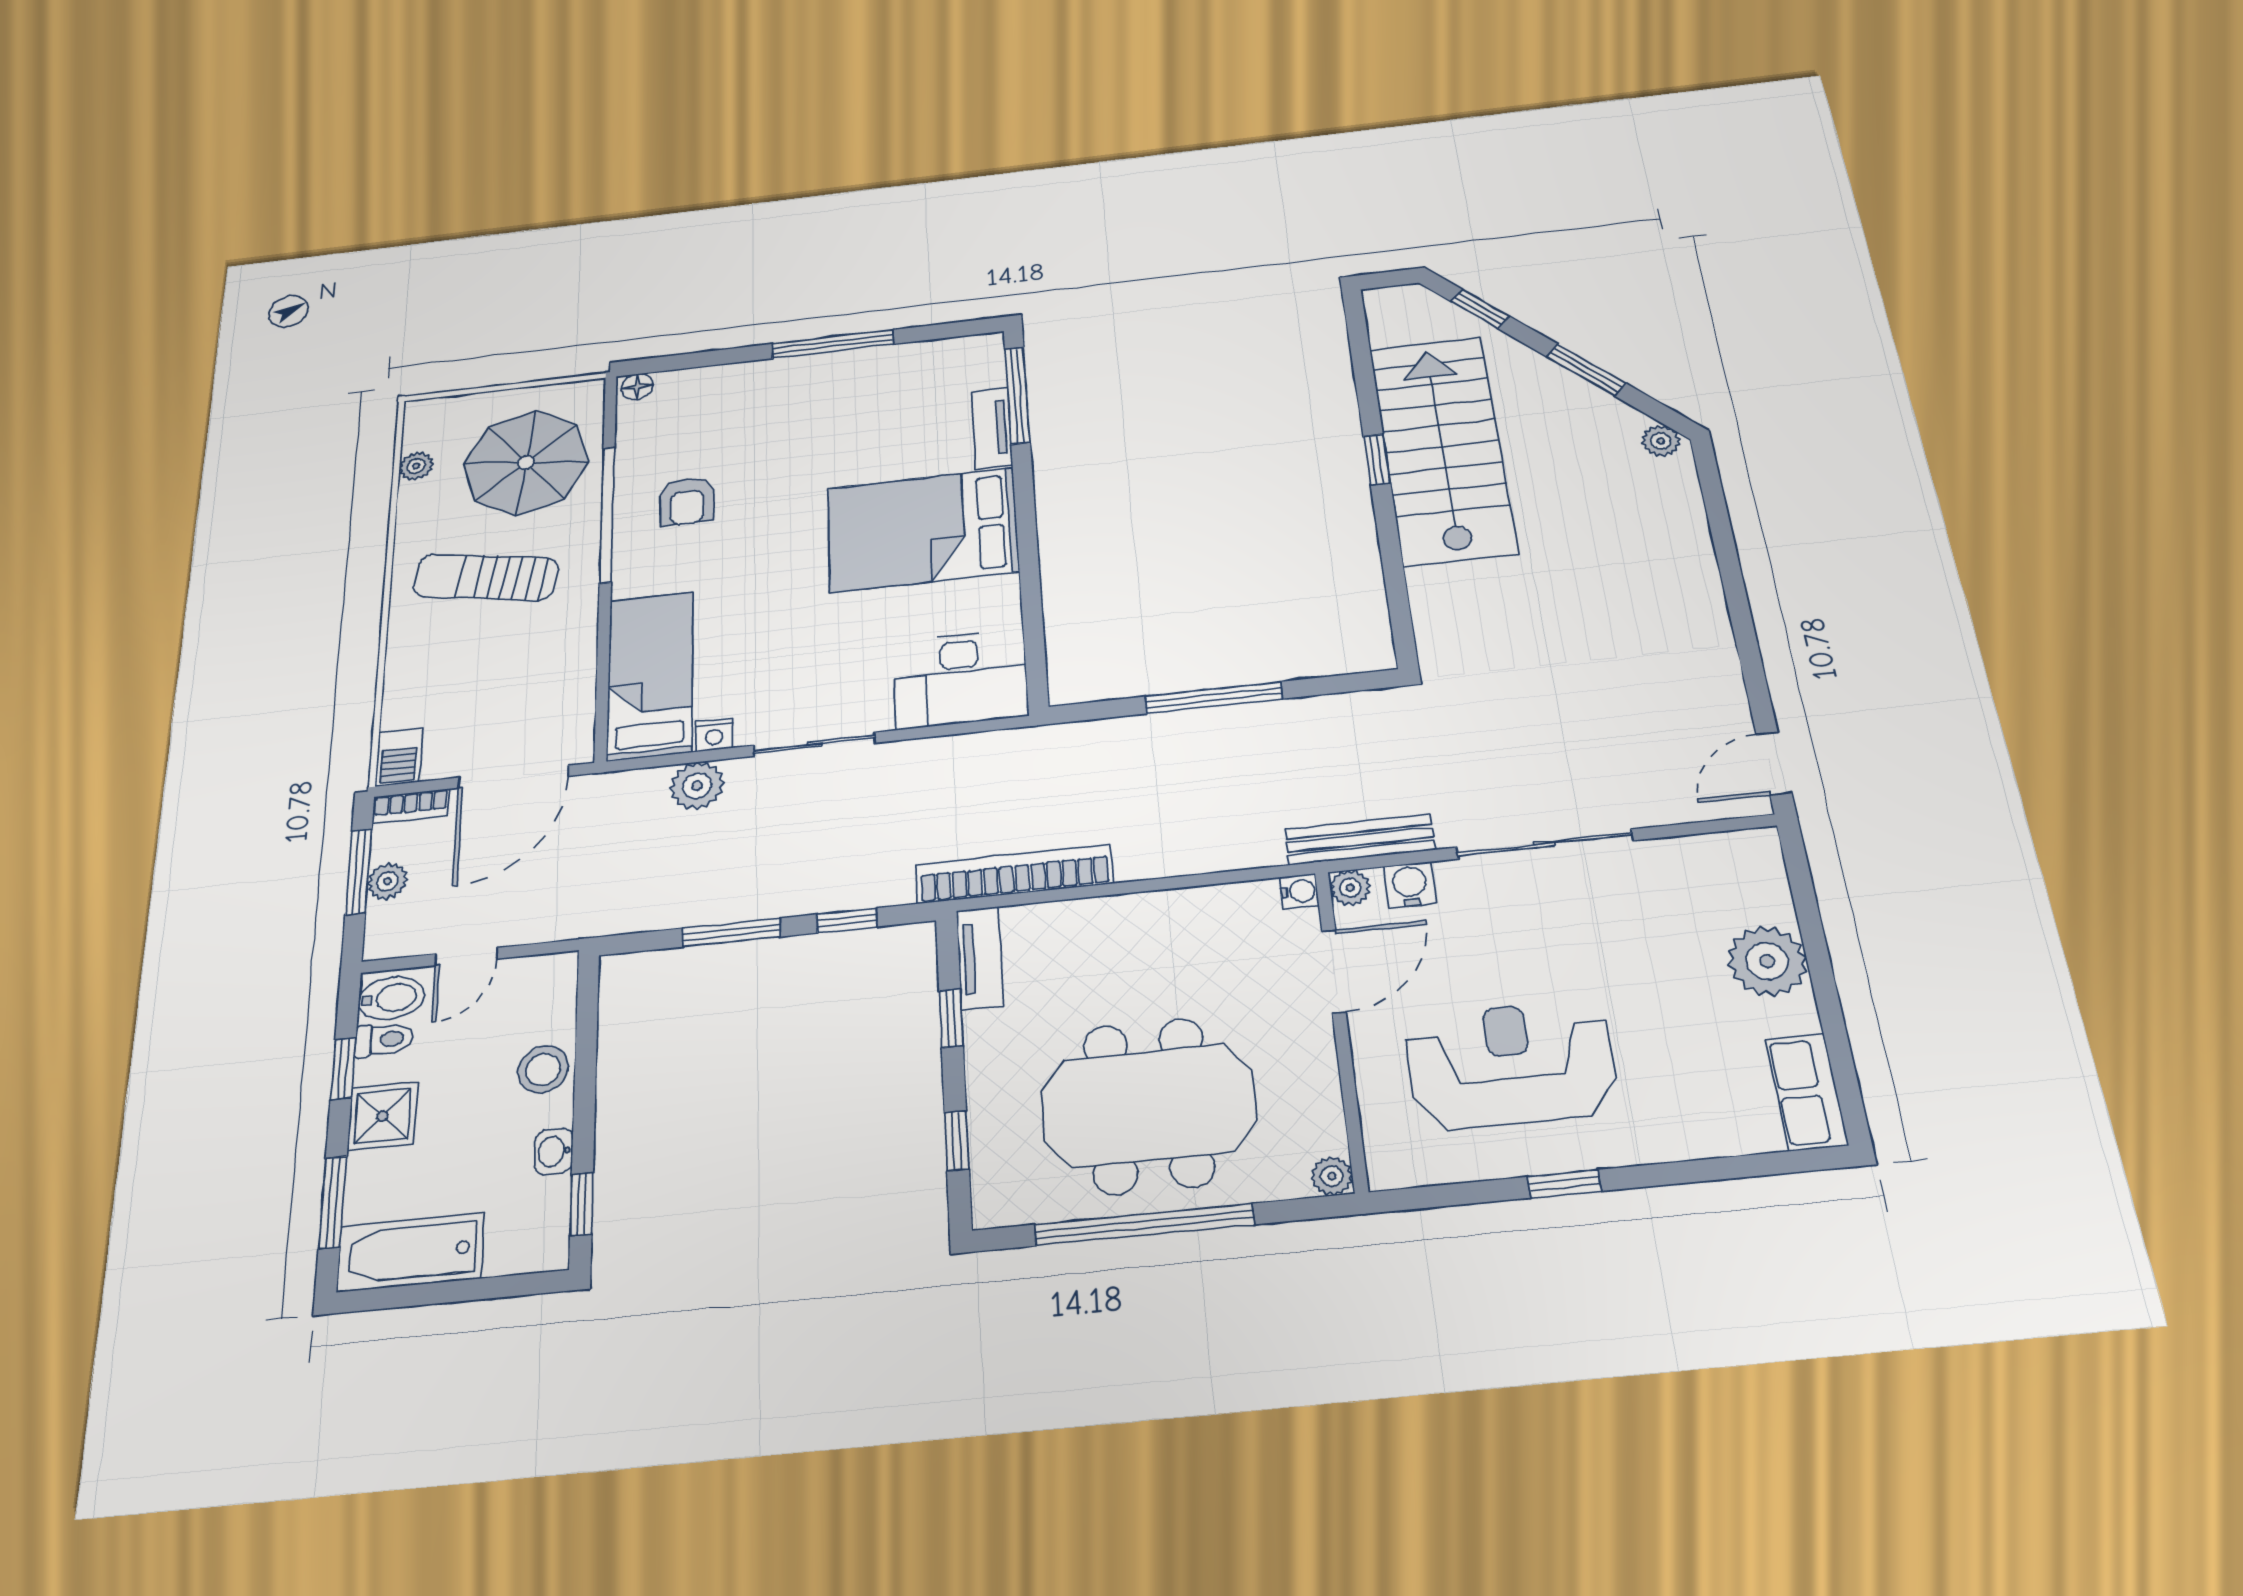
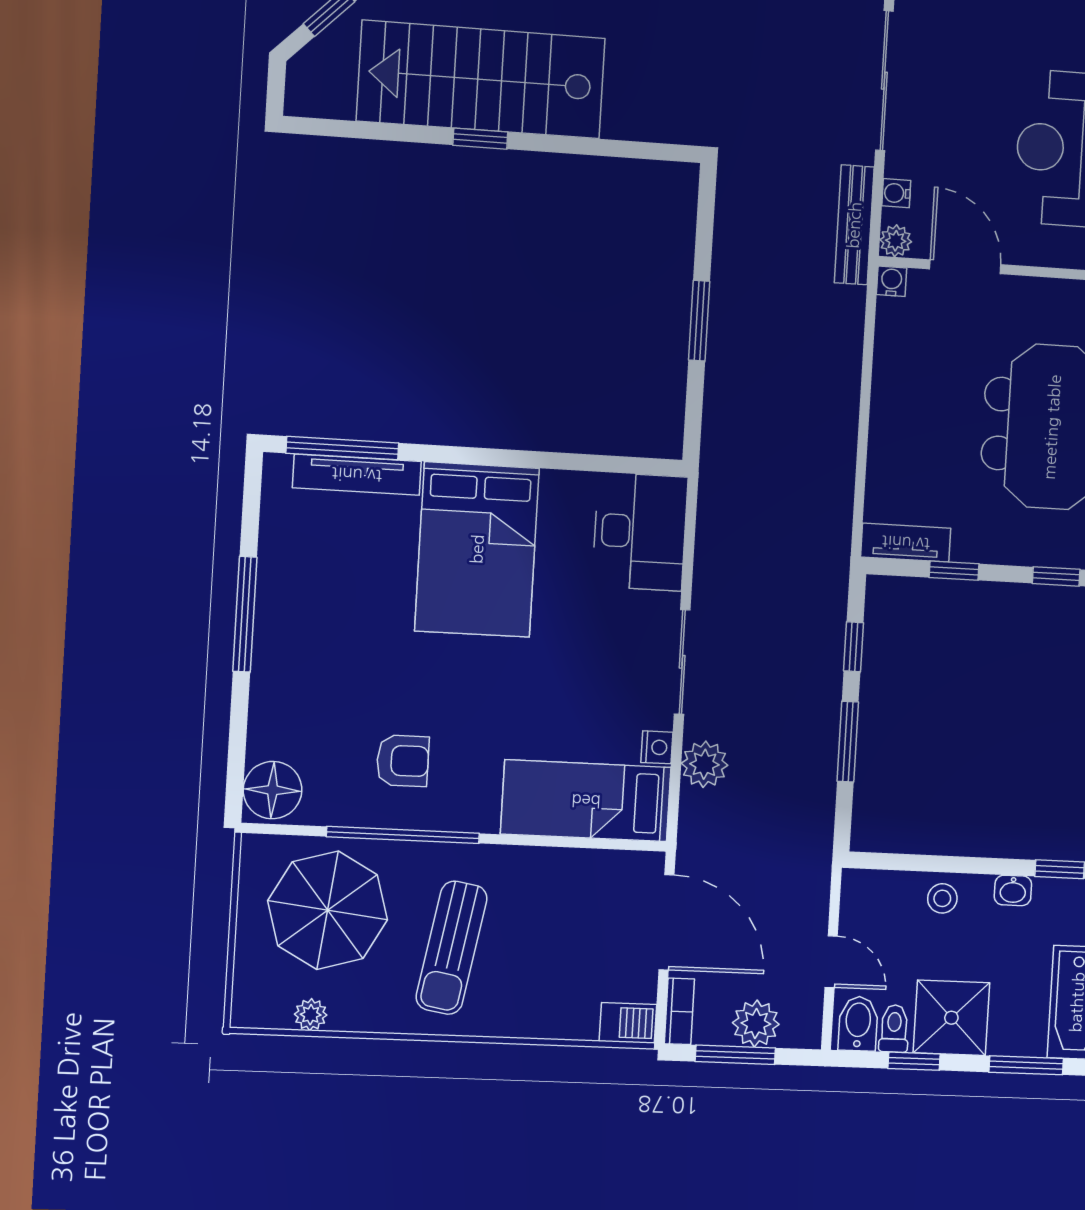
floor lamp: (637, 387) -> (273, 790), width x1.89, depth x1.89
tv unit: (992, 428) -> (357, 475), width x1.41
window: (1214, 698) -> (699, 321), width x0.69
bookcase: (1014, 874) -> (836, 507), removed
plant: (387, 881) -> (756, 1024), width x1.38, depth x1.38
water cooler: (1410, 885) -> (896, 193), width x0.72, depth x0.72
stool: (543, 1069) -> (942, 898), width x0.73, depth x0.73
shower: (383, 1116) -> (951, 1018), width x1.36, depth x1.36

